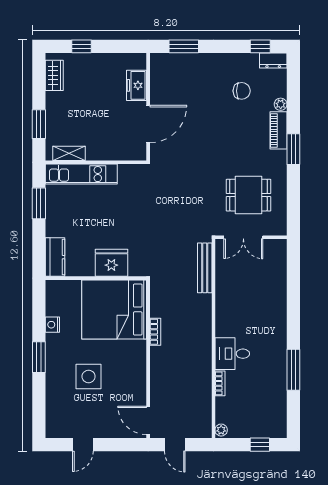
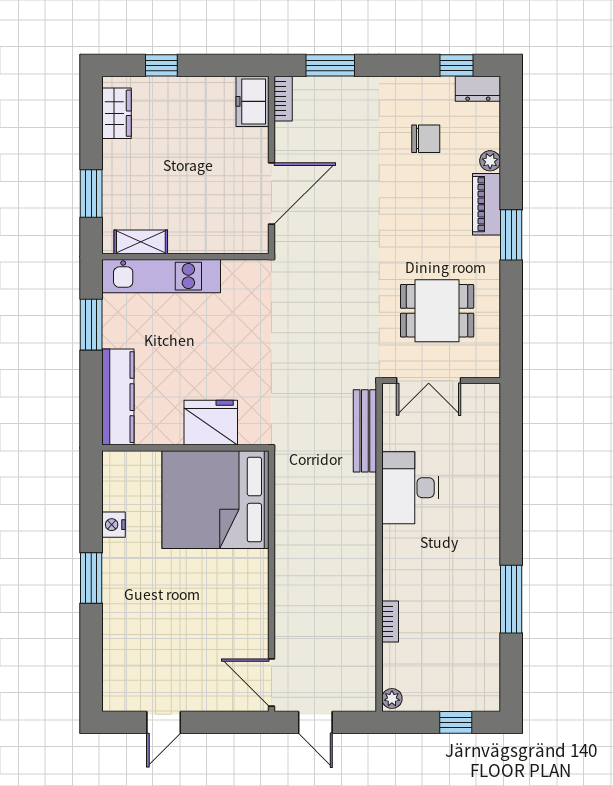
freezer: (137, 85) -> (252, 101), moved
kitchen counter: (55, 257) -> (118, 397), width x1.50
bookcase: (155, 332) -> (283, 99), moved
desk: (232, 354) -> (410, 488), moved, width x1.37
side table: (89, 376) -> (173, 610), removed

